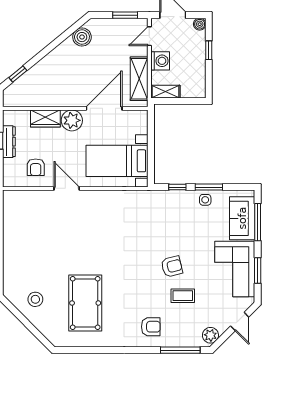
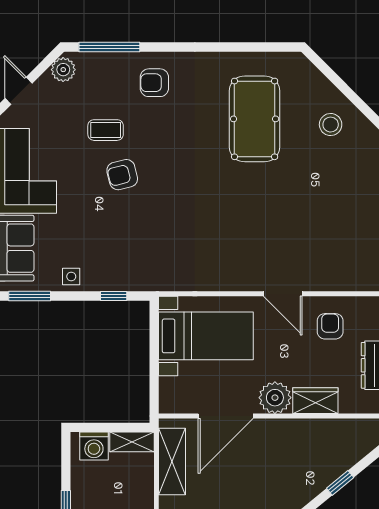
washing machine: (160, 61) -> (94, 446), moved, turned -90
window: (18, 74) -> (340, 483), moved
window: (209, 187) -> (30, 296), moved

